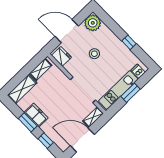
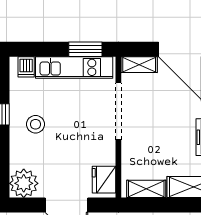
stool: (94, 54) -> (36, 124), moved
window: (130, 93) -> (85, 49), moved

